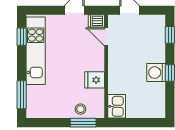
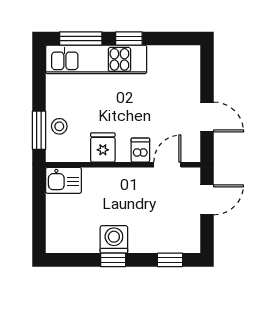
dishwasher: (96, 21) -> (140, 150), moved
window: (22, 37) -> (129, 39), moved
kitchen unit: (36, 51) -> (96, 59), moved

